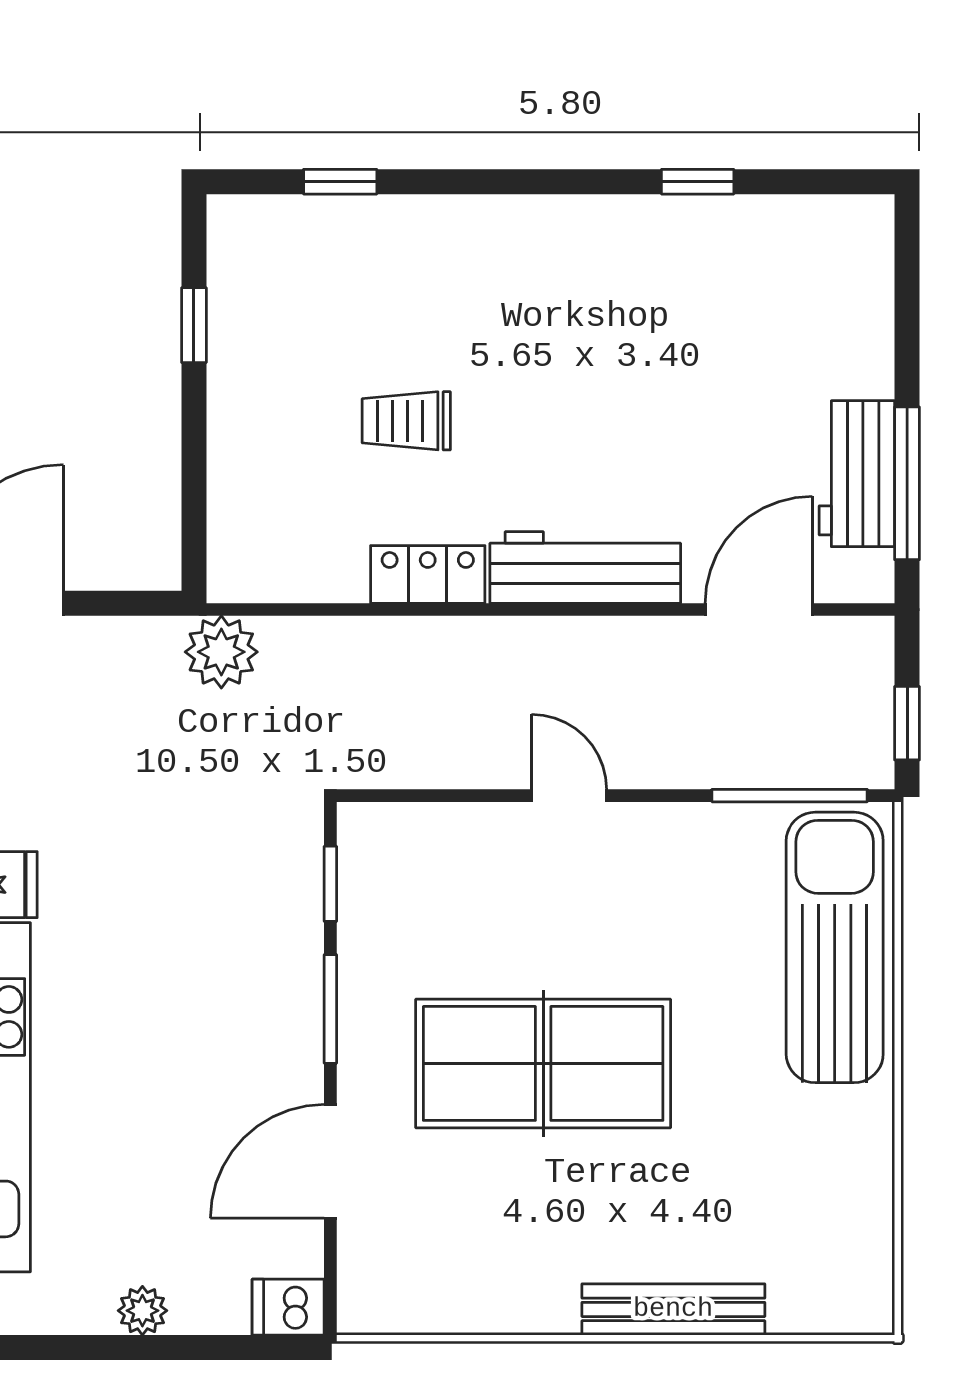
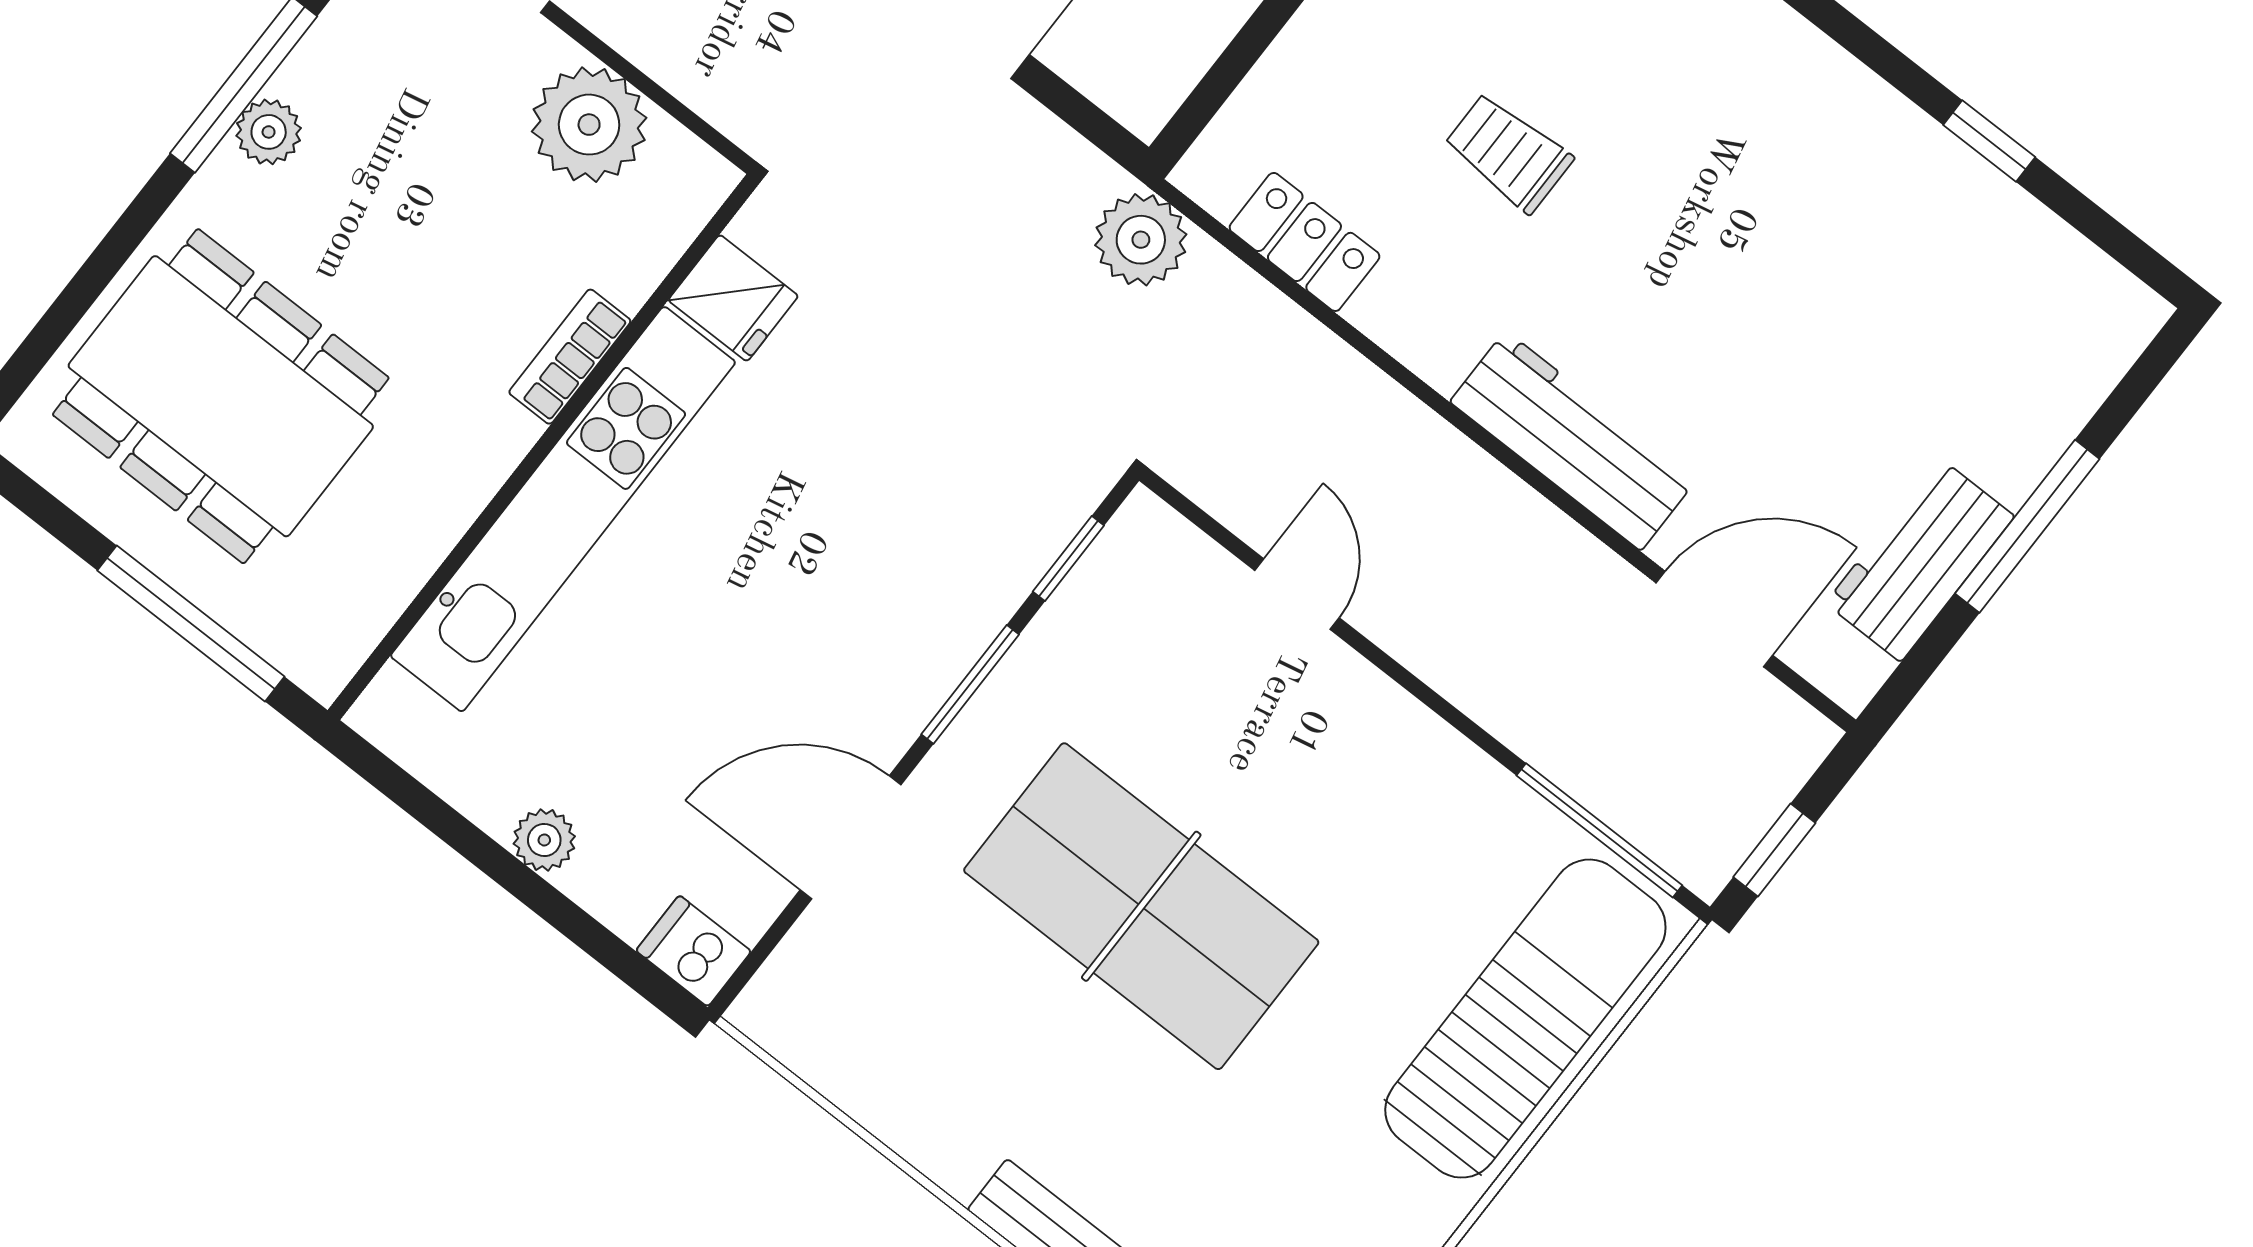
window: (907, 483) -> (2027, 526), moved
locker: (428, 574) -> (1304, 242), moved
door: (569, 796) -> (1297, 594), moved

